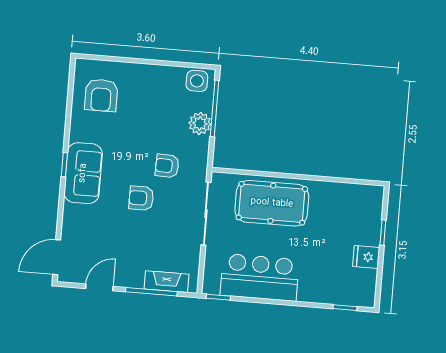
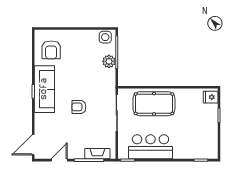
armchair: (167, 166) -> (92, 87), removed
sofa: (83, 173) -> (44, 89), width x1.36
fridge: (366, 257) -> (211, 97), moved

